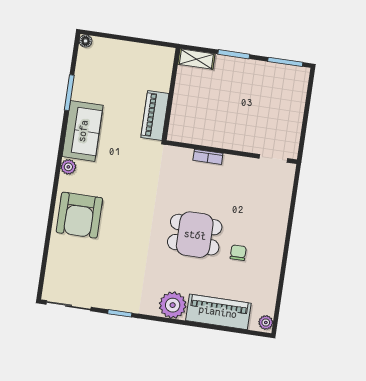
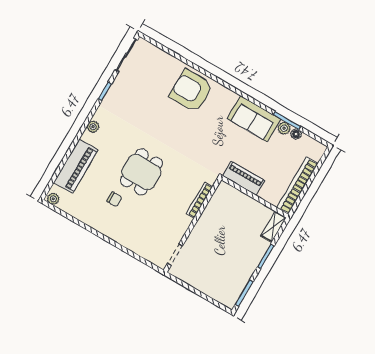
floor lamp: (86, 41) -> (296, 134), moved
bookcase: (138, 51) -> (297, 185), added
bookcase: (208, 157) -> (199, 200), width x1.56
plant: (68, 167) -> (284, 128), moved
plant: (173, 305) -> (93, 127), width x0.53, depth x0.53

